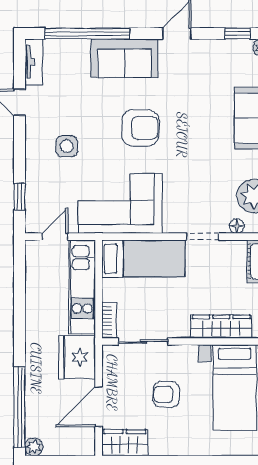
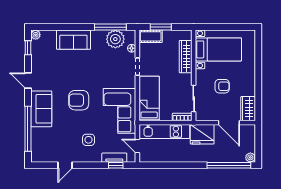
tv unit: (34, 62) -> (114, 158), moved
armchair: (140, 128) -> (79, 100), turned -90
armchair: (166, 394) -> (222, 86), turned -90

